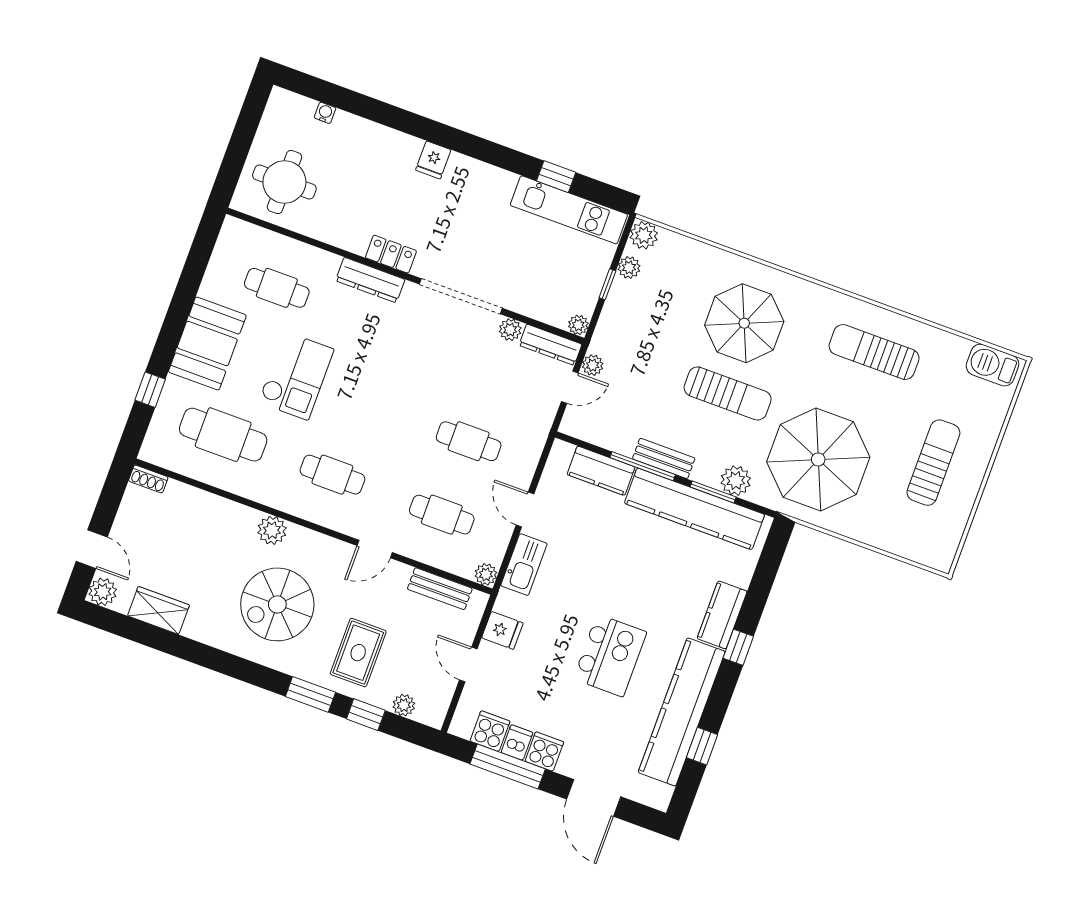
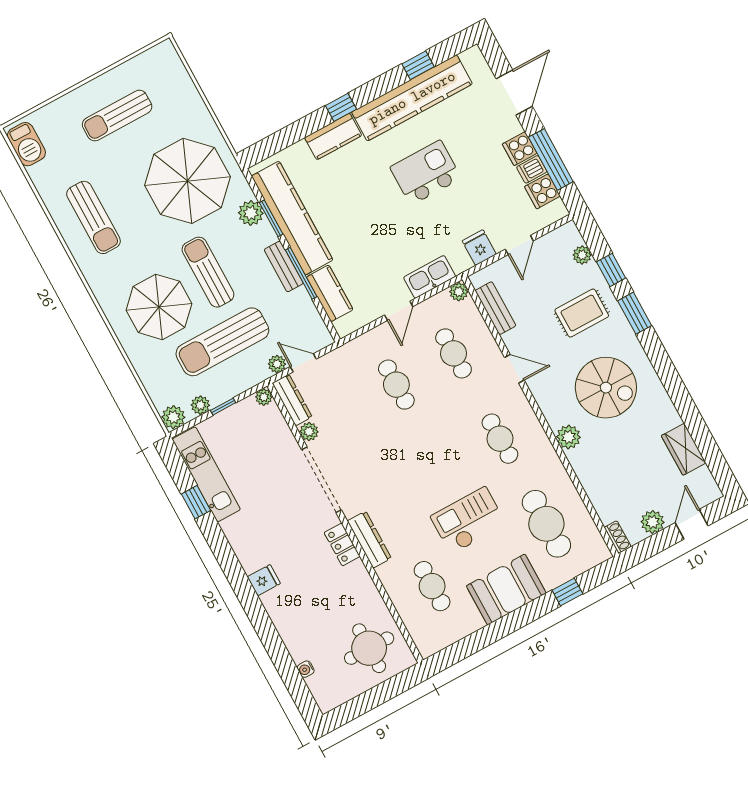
sun lounger: (659, 342) -> (222, 342), added
plant: (103, 592) -> (653, 522), moved

